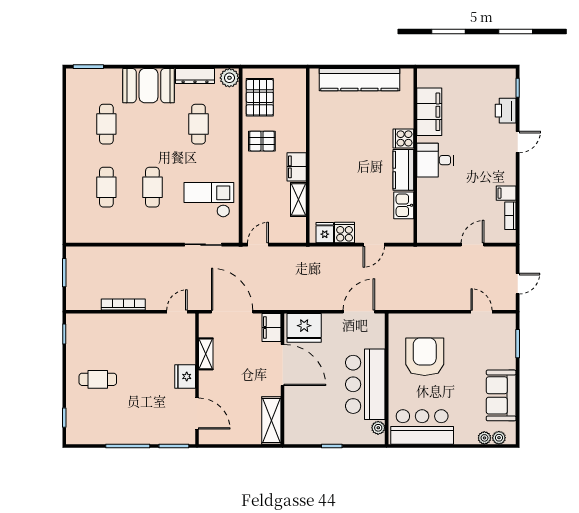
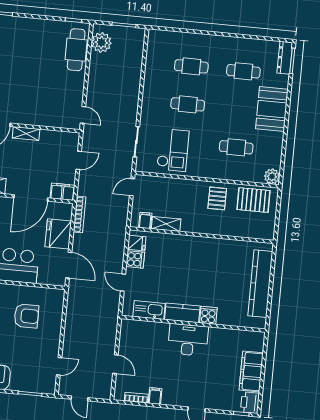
dresser: (195, 76) -> (285, 58), moved
printer: (506, 111) -> (250, 403), moved, turned -90
filing cabinet: (429, 112) -> (251, 371), moved, turned 90
desk: (435, 160) -> (188, 340), width x1.37
filing cabinet: (297, 167) -> (145, 220), moved, width x0.50
kitchen sink: (404, 205) -> (149, 310), width x1.38
door: (258, 245) -> (132, 187), swing flipped
plant: (88, 298) -> (101, 42), added
bookcase: (123, 304) -> (80, 214), moved
door: (232, 312) -> (79, 160), width x0.53
fridge: (304, 328) -> (58, 234), moved
shelving: (206, 354) -> (26, 134), moved
armchair: (425, 357) -> (26, 316), width x0.73, depth x0.73
fridge: (185, 376) -> (29, 117), removed
cafe table: (98, 379) -> (76, 50), moved, width x1.37, depth x1.35

